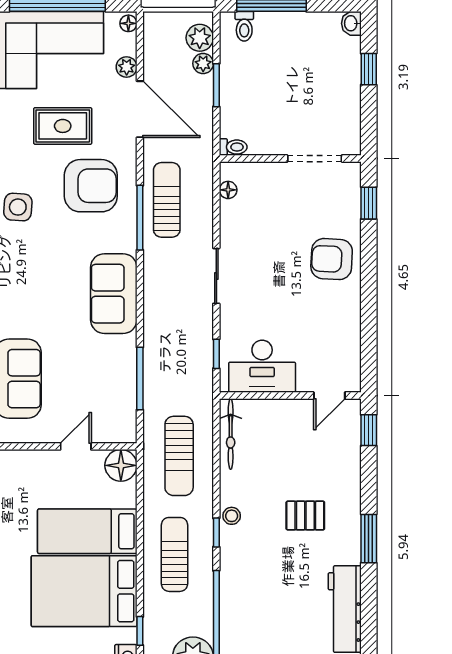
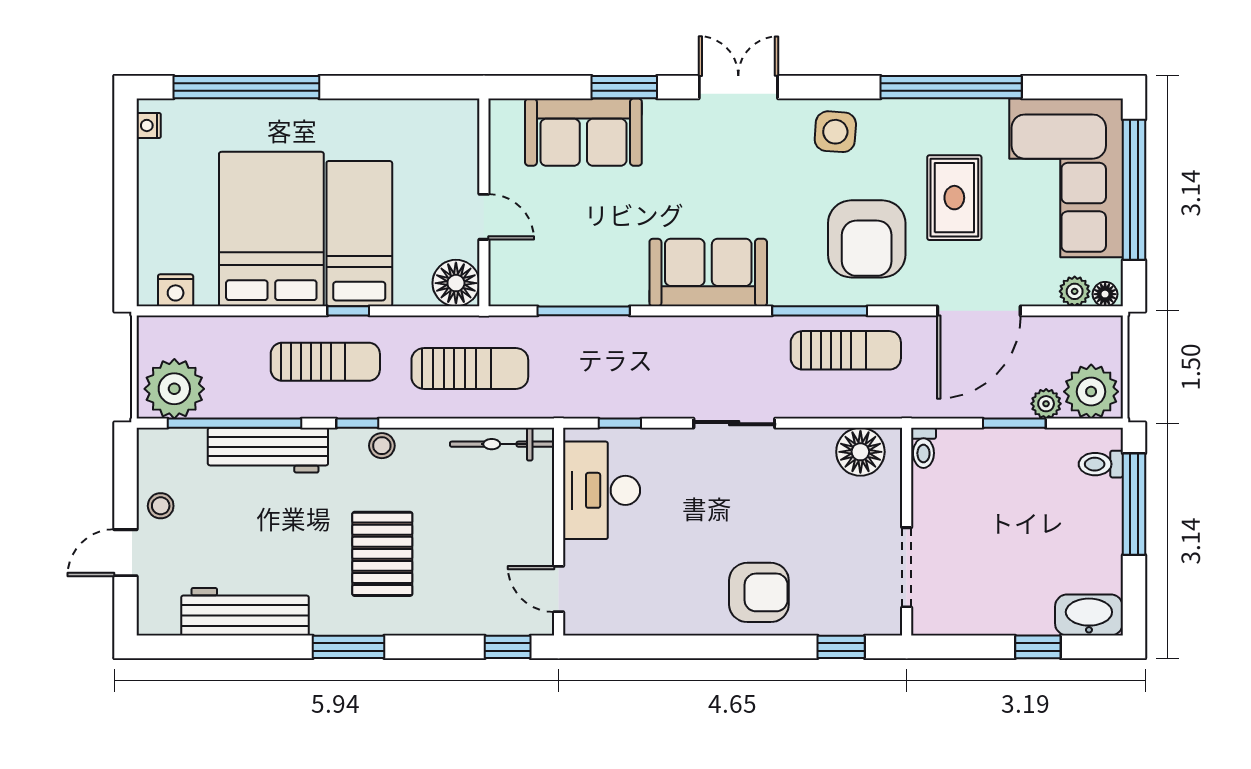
washbasin: (351, 23) -> (1089, 615), width x1.91, depth x1.45
plant: (200, 38) -> (1091, 392), width x1.36, depth x1.36
plant: (127, 67) -> (1075, 291), moved
floor lamp: (228, 190) -> (860, 452), width x1.89, depth x1.89
armchair: (332, 259) -> (759, 592), turned 87
sun lounger: (179, 456) -> (470, 368), turned 180
pallet: (305, 516) -> (382, 554), width x1.50, depth x1.42
workbench: (235, 593) -> (268, 450), added
window: (140, 631) -> (348, 311), moved

